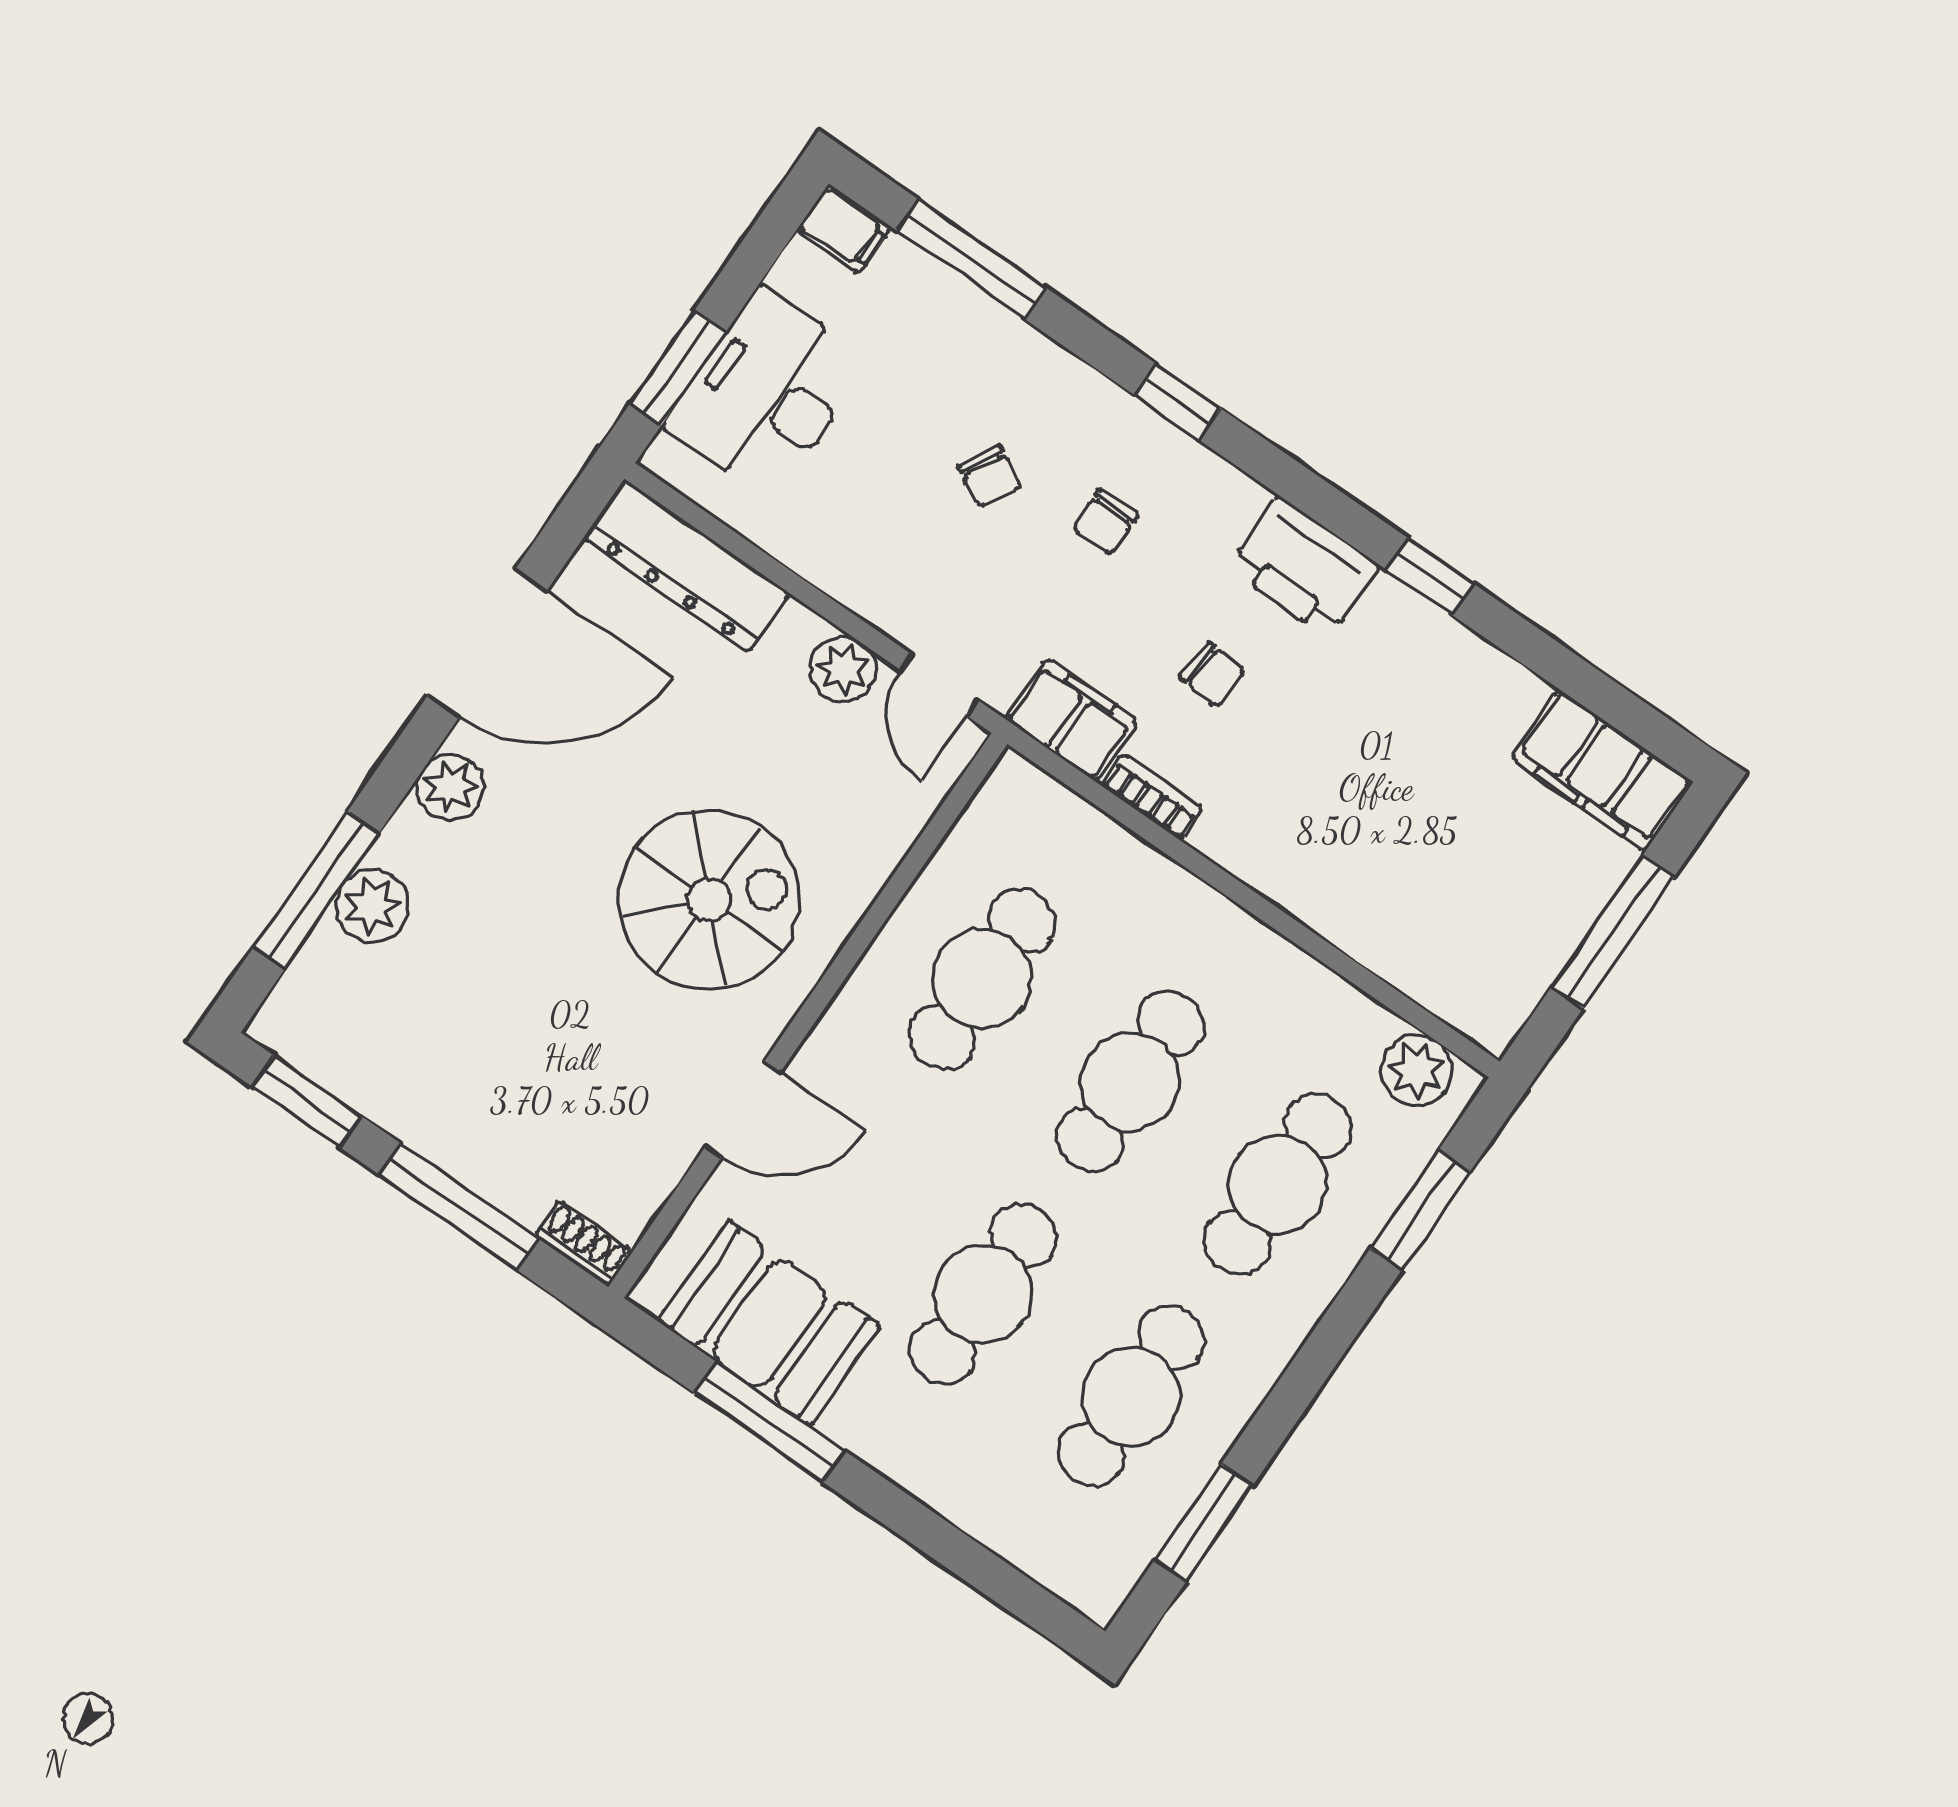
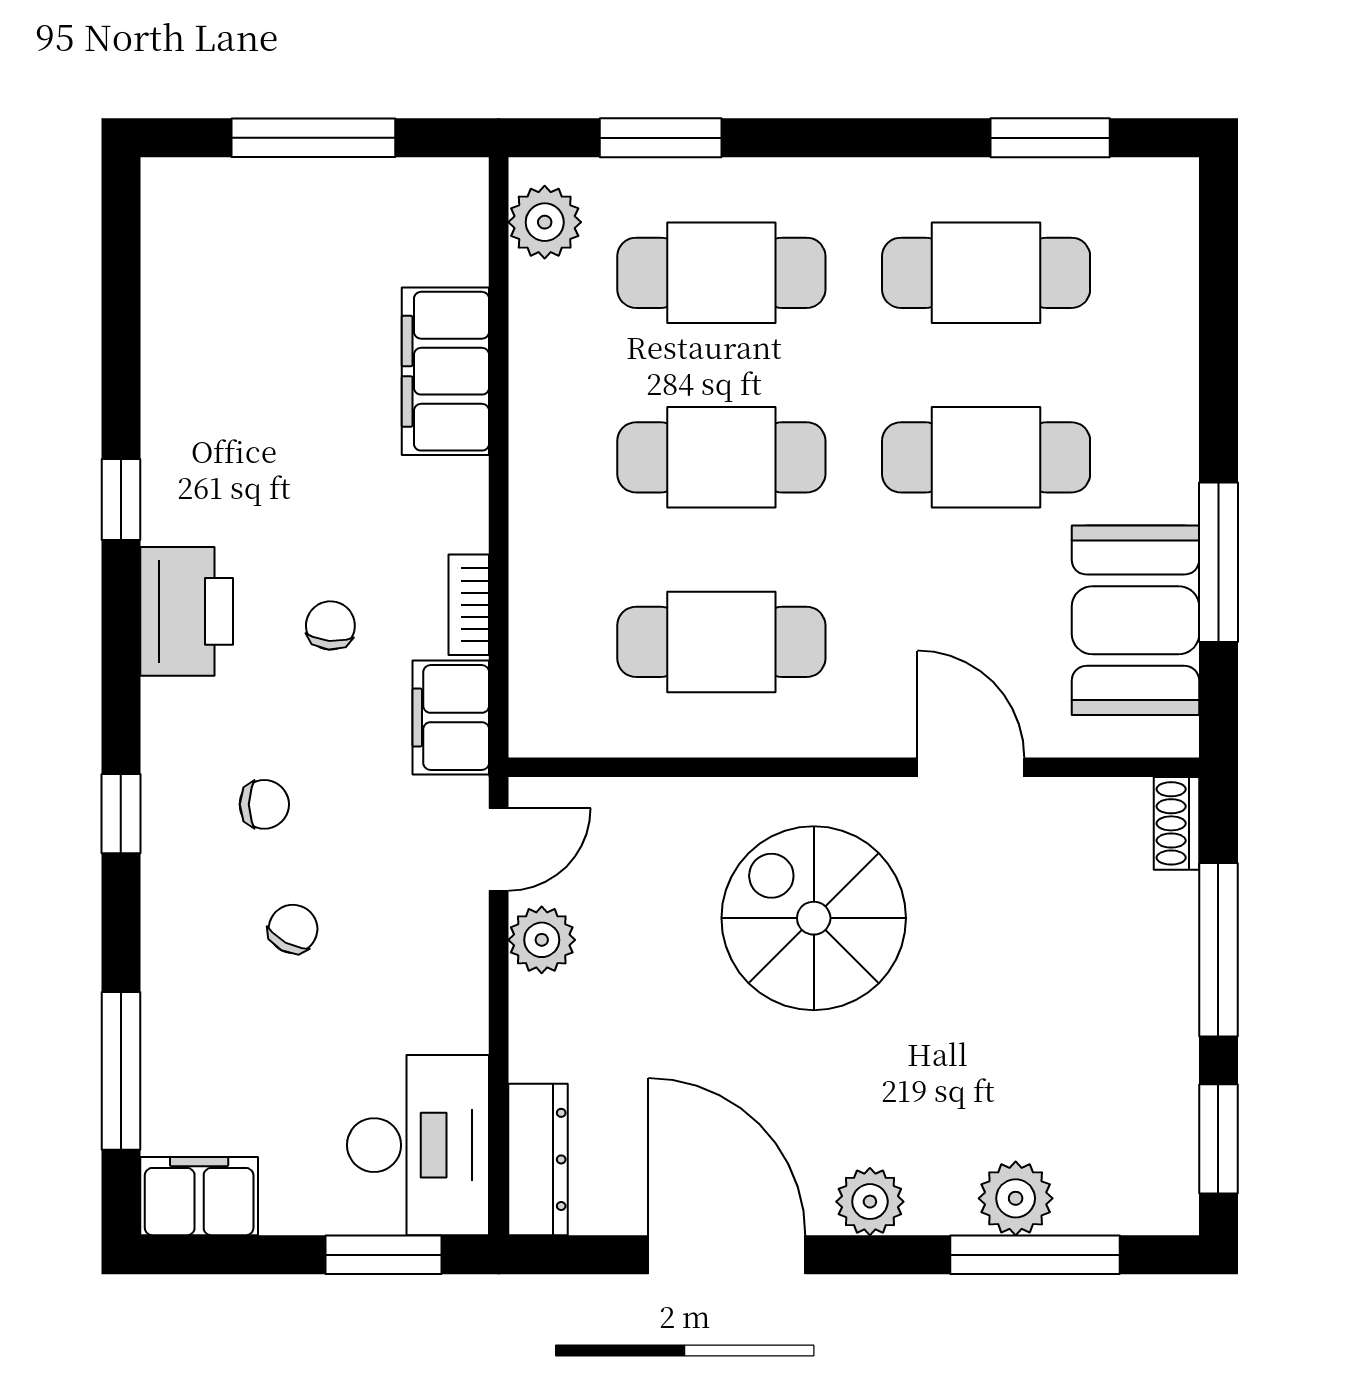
filing cabinet: (844, 229) -> (199, 1196), width x2.00
desk: (767, 394) -> (418, 1145), moved, turned -90
dresser: (687, 566) -> (538, 1159), width x0.73, depth x0.80
filing cabinet: (1602, 770) -> (445, 371), moved, turned 180

